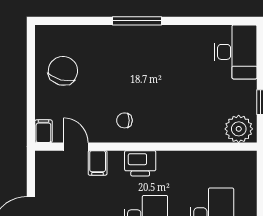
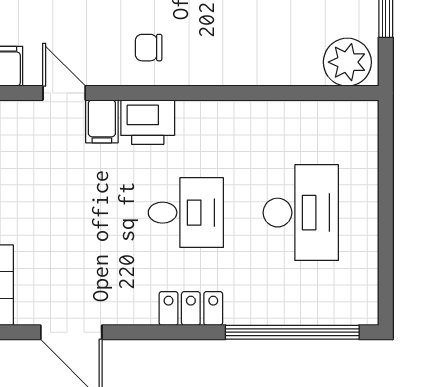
printer: (140, 163) -> (148, 122), moved

